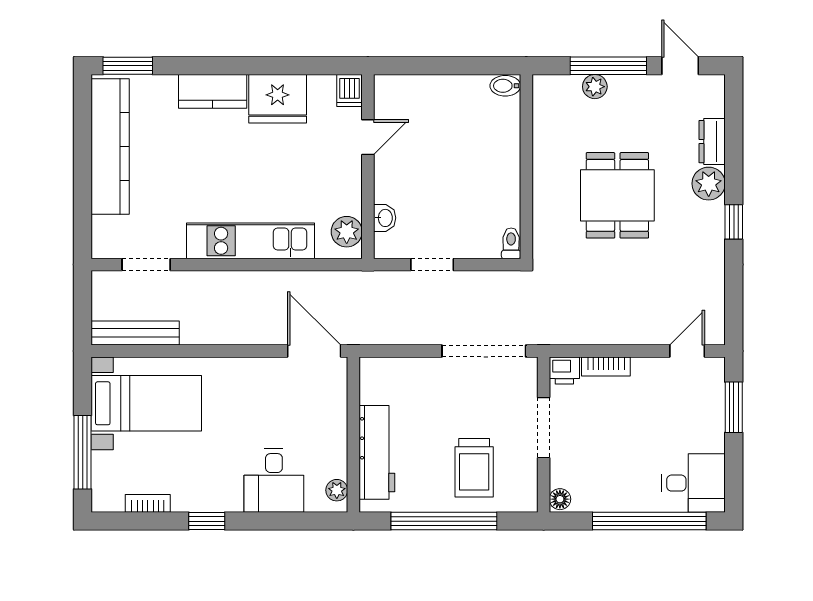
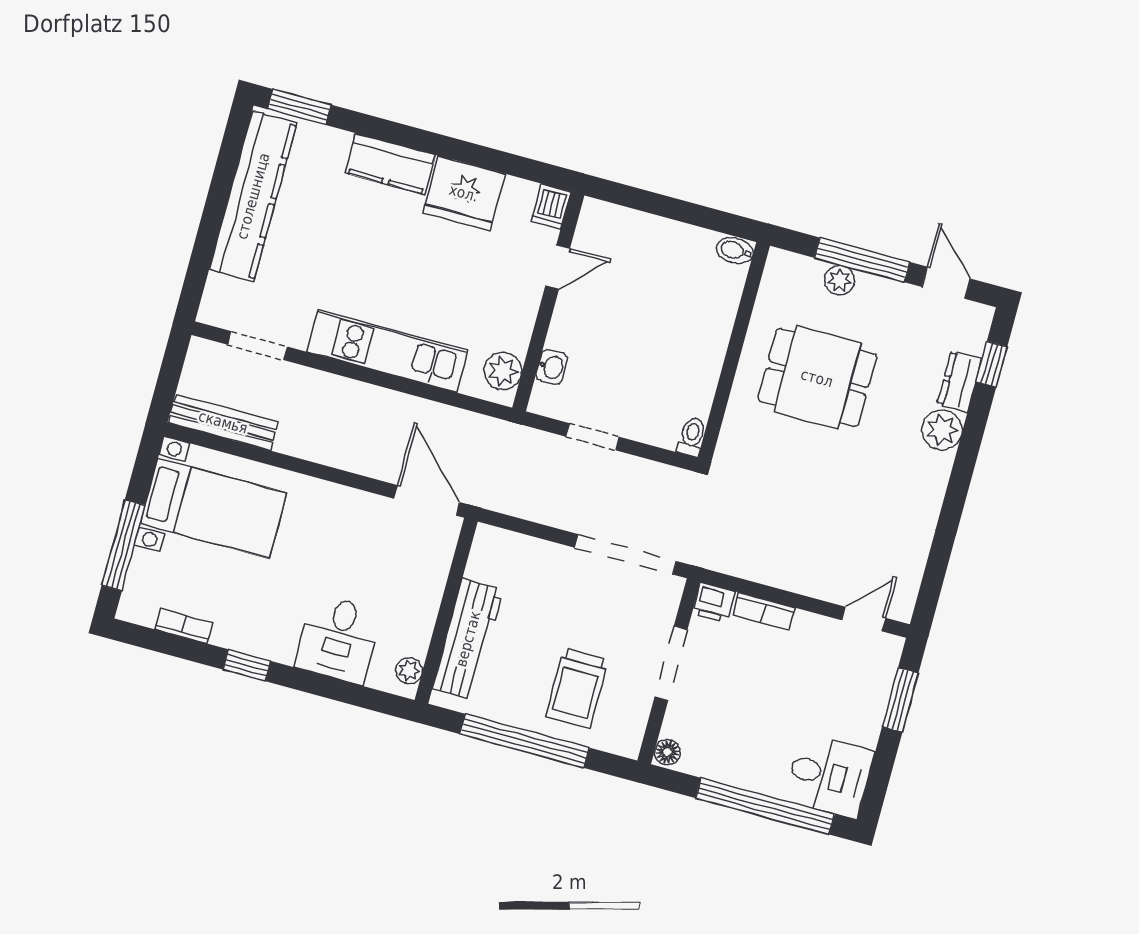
dining table: (617, 195) -> (817, 378), moved, turned 90
window: (734, 222) -> (991, 364), moved

